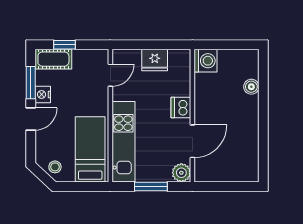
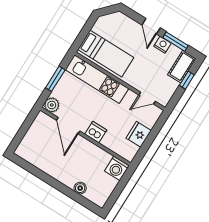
door: (110, 75) -> (147, 98), hinge flipped
stool: (55, 167) -> (109, 23), removed

